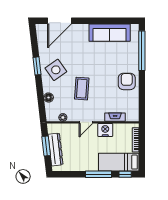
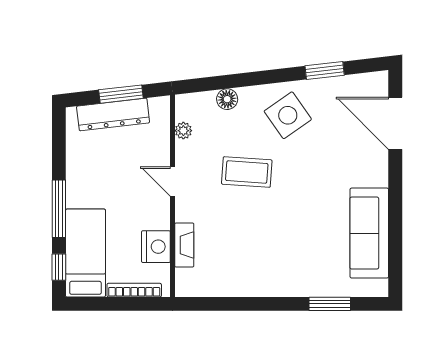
window: (142, 51) -> (330, 304), width x0.47
window: (37, 66) -> (325, 71), moved
armchair: (127, 81) -> (262, 271), removed
nightstand: (105, 130) -> (156, 247), moved

